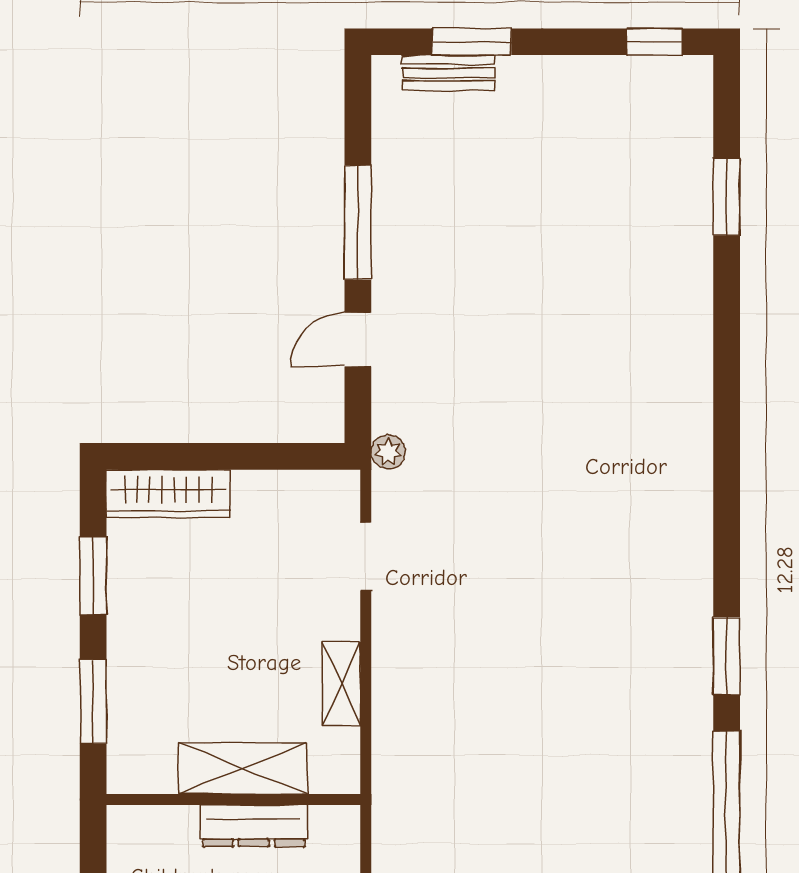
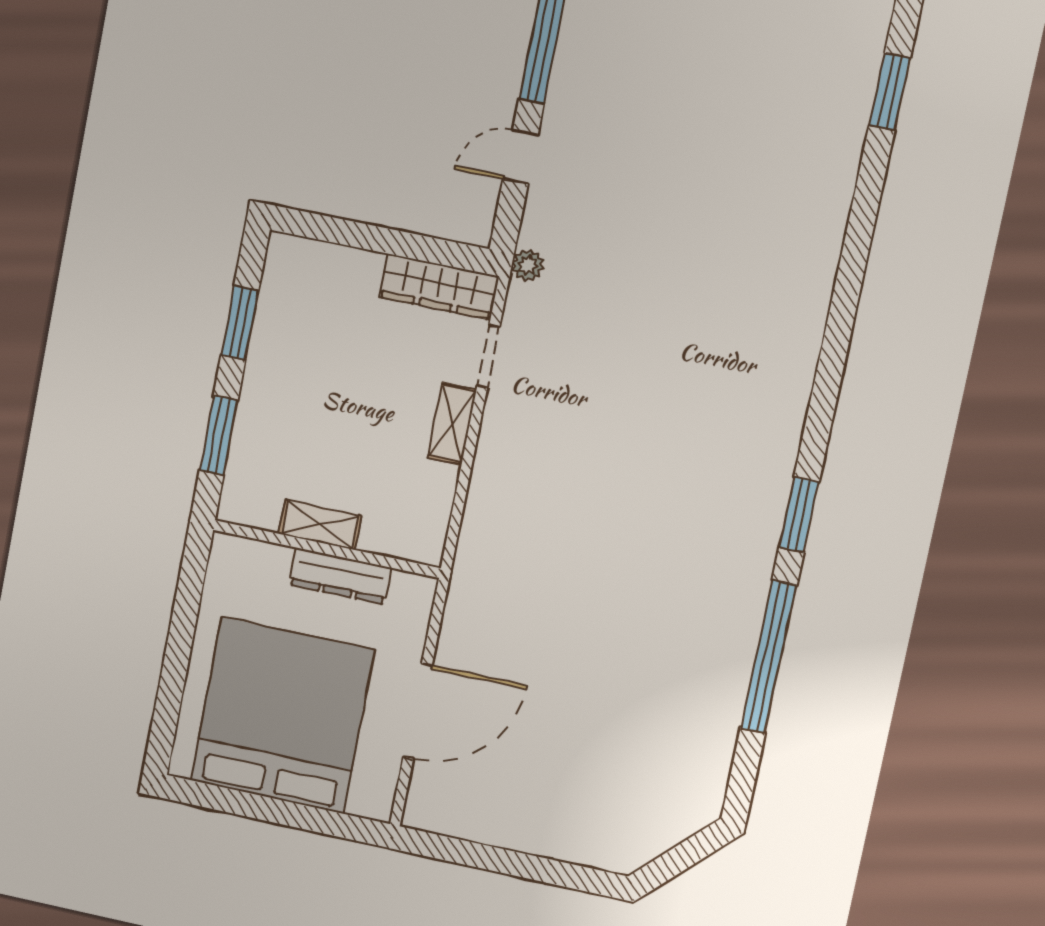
wardrobe: (168, 494) -> (439, 287), moved
shelving: (342, 683) -> (452, 424), moved
shelving: (243, 769) -> (320, 525), width x0.67, depth x0.75

